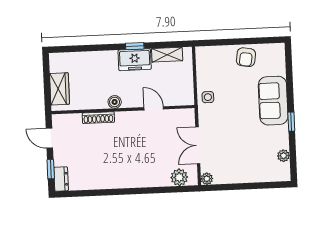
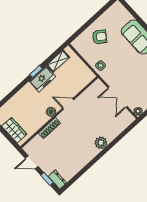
armchair: (246, 57) -> (99, 37), moved, turned -64
door: (154, 108) -> (68, 104), moved
plant: (179, 177) -> (101, 143), moved

